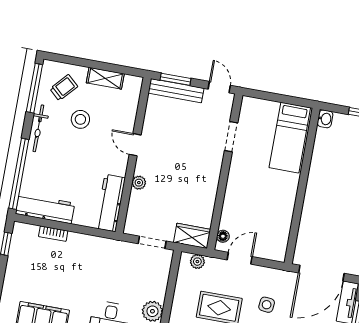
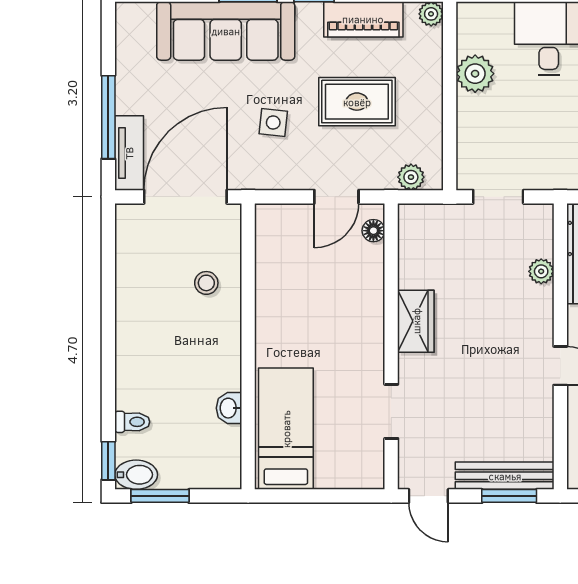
washbasin: (325, 119) -> (229, 408), moved
plant: (139, 183) -> (541, 271), moved
stool: (319, 224) -> (206, 283), added
wardrobe: (192, 236) -> (416, 321), moved, turned -90

